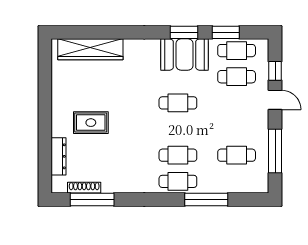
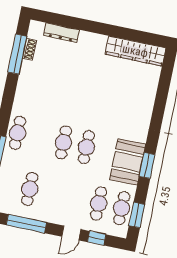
window: (226, 32) -> (137, 215), moved
wardrobe: (90, 49) -> (135, 51), moved, turned -90
rug: (91, 123) -> (85, 67), removed
cafe table: (178, 155) -> (63, 142), moved
shoe rack: (84, 188) -> (29, 49), width x0.70

